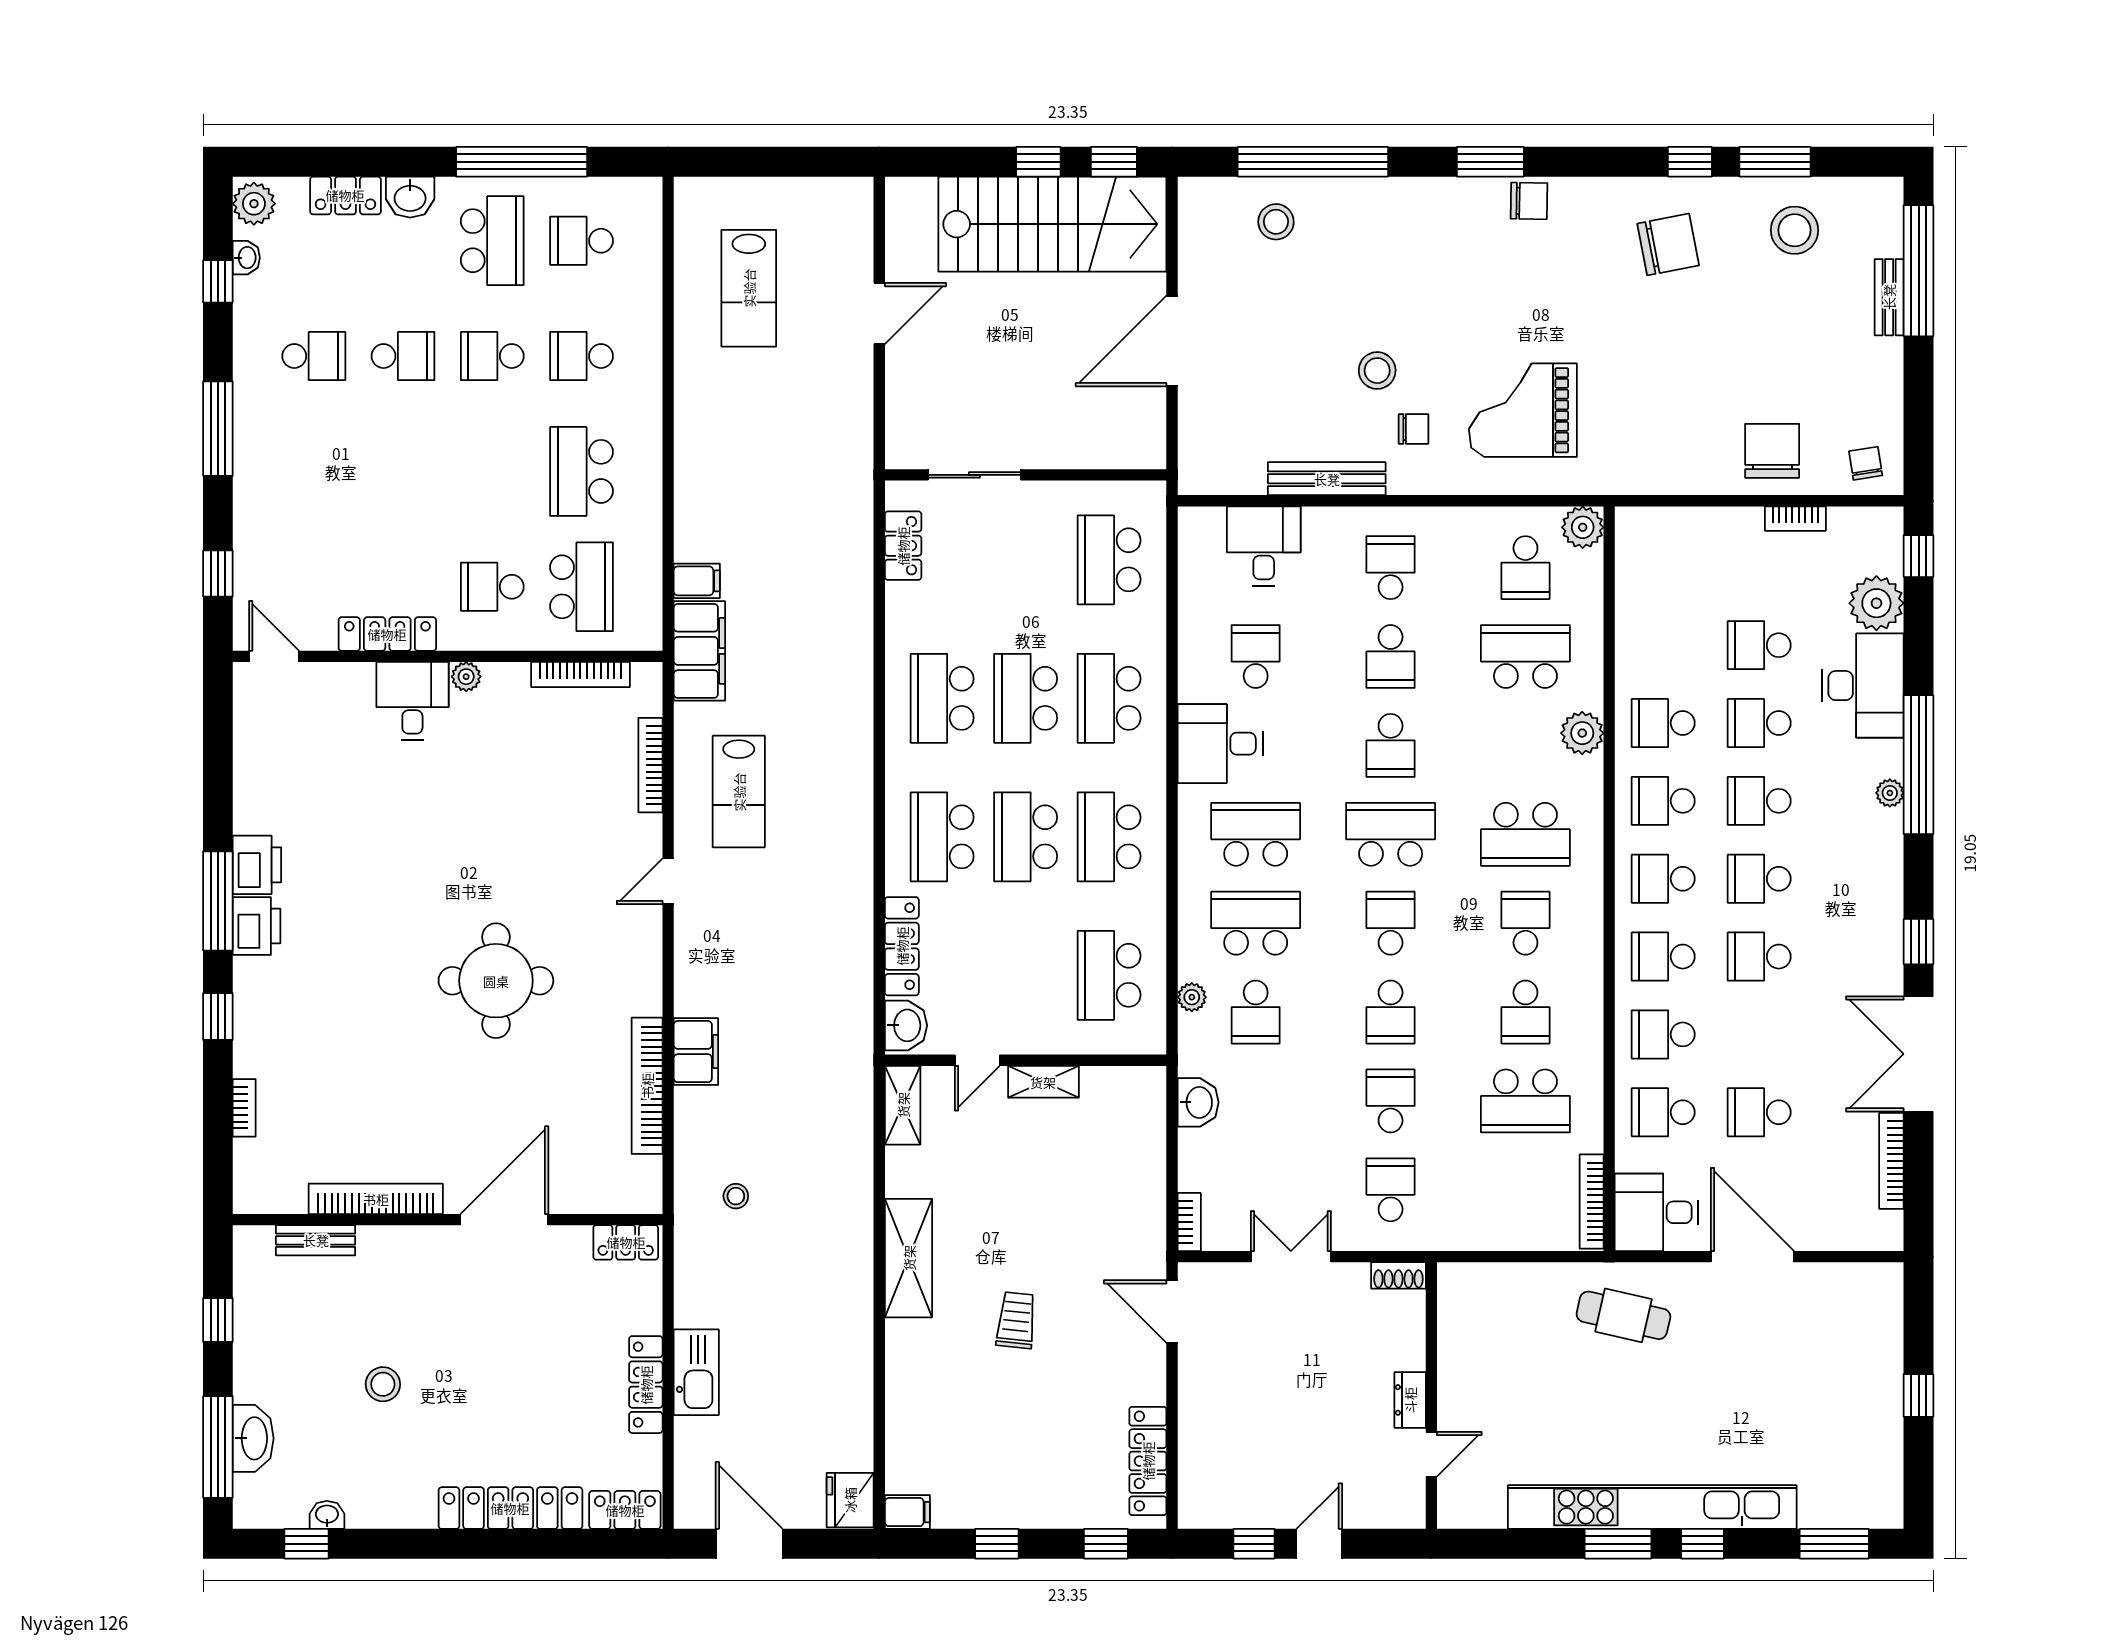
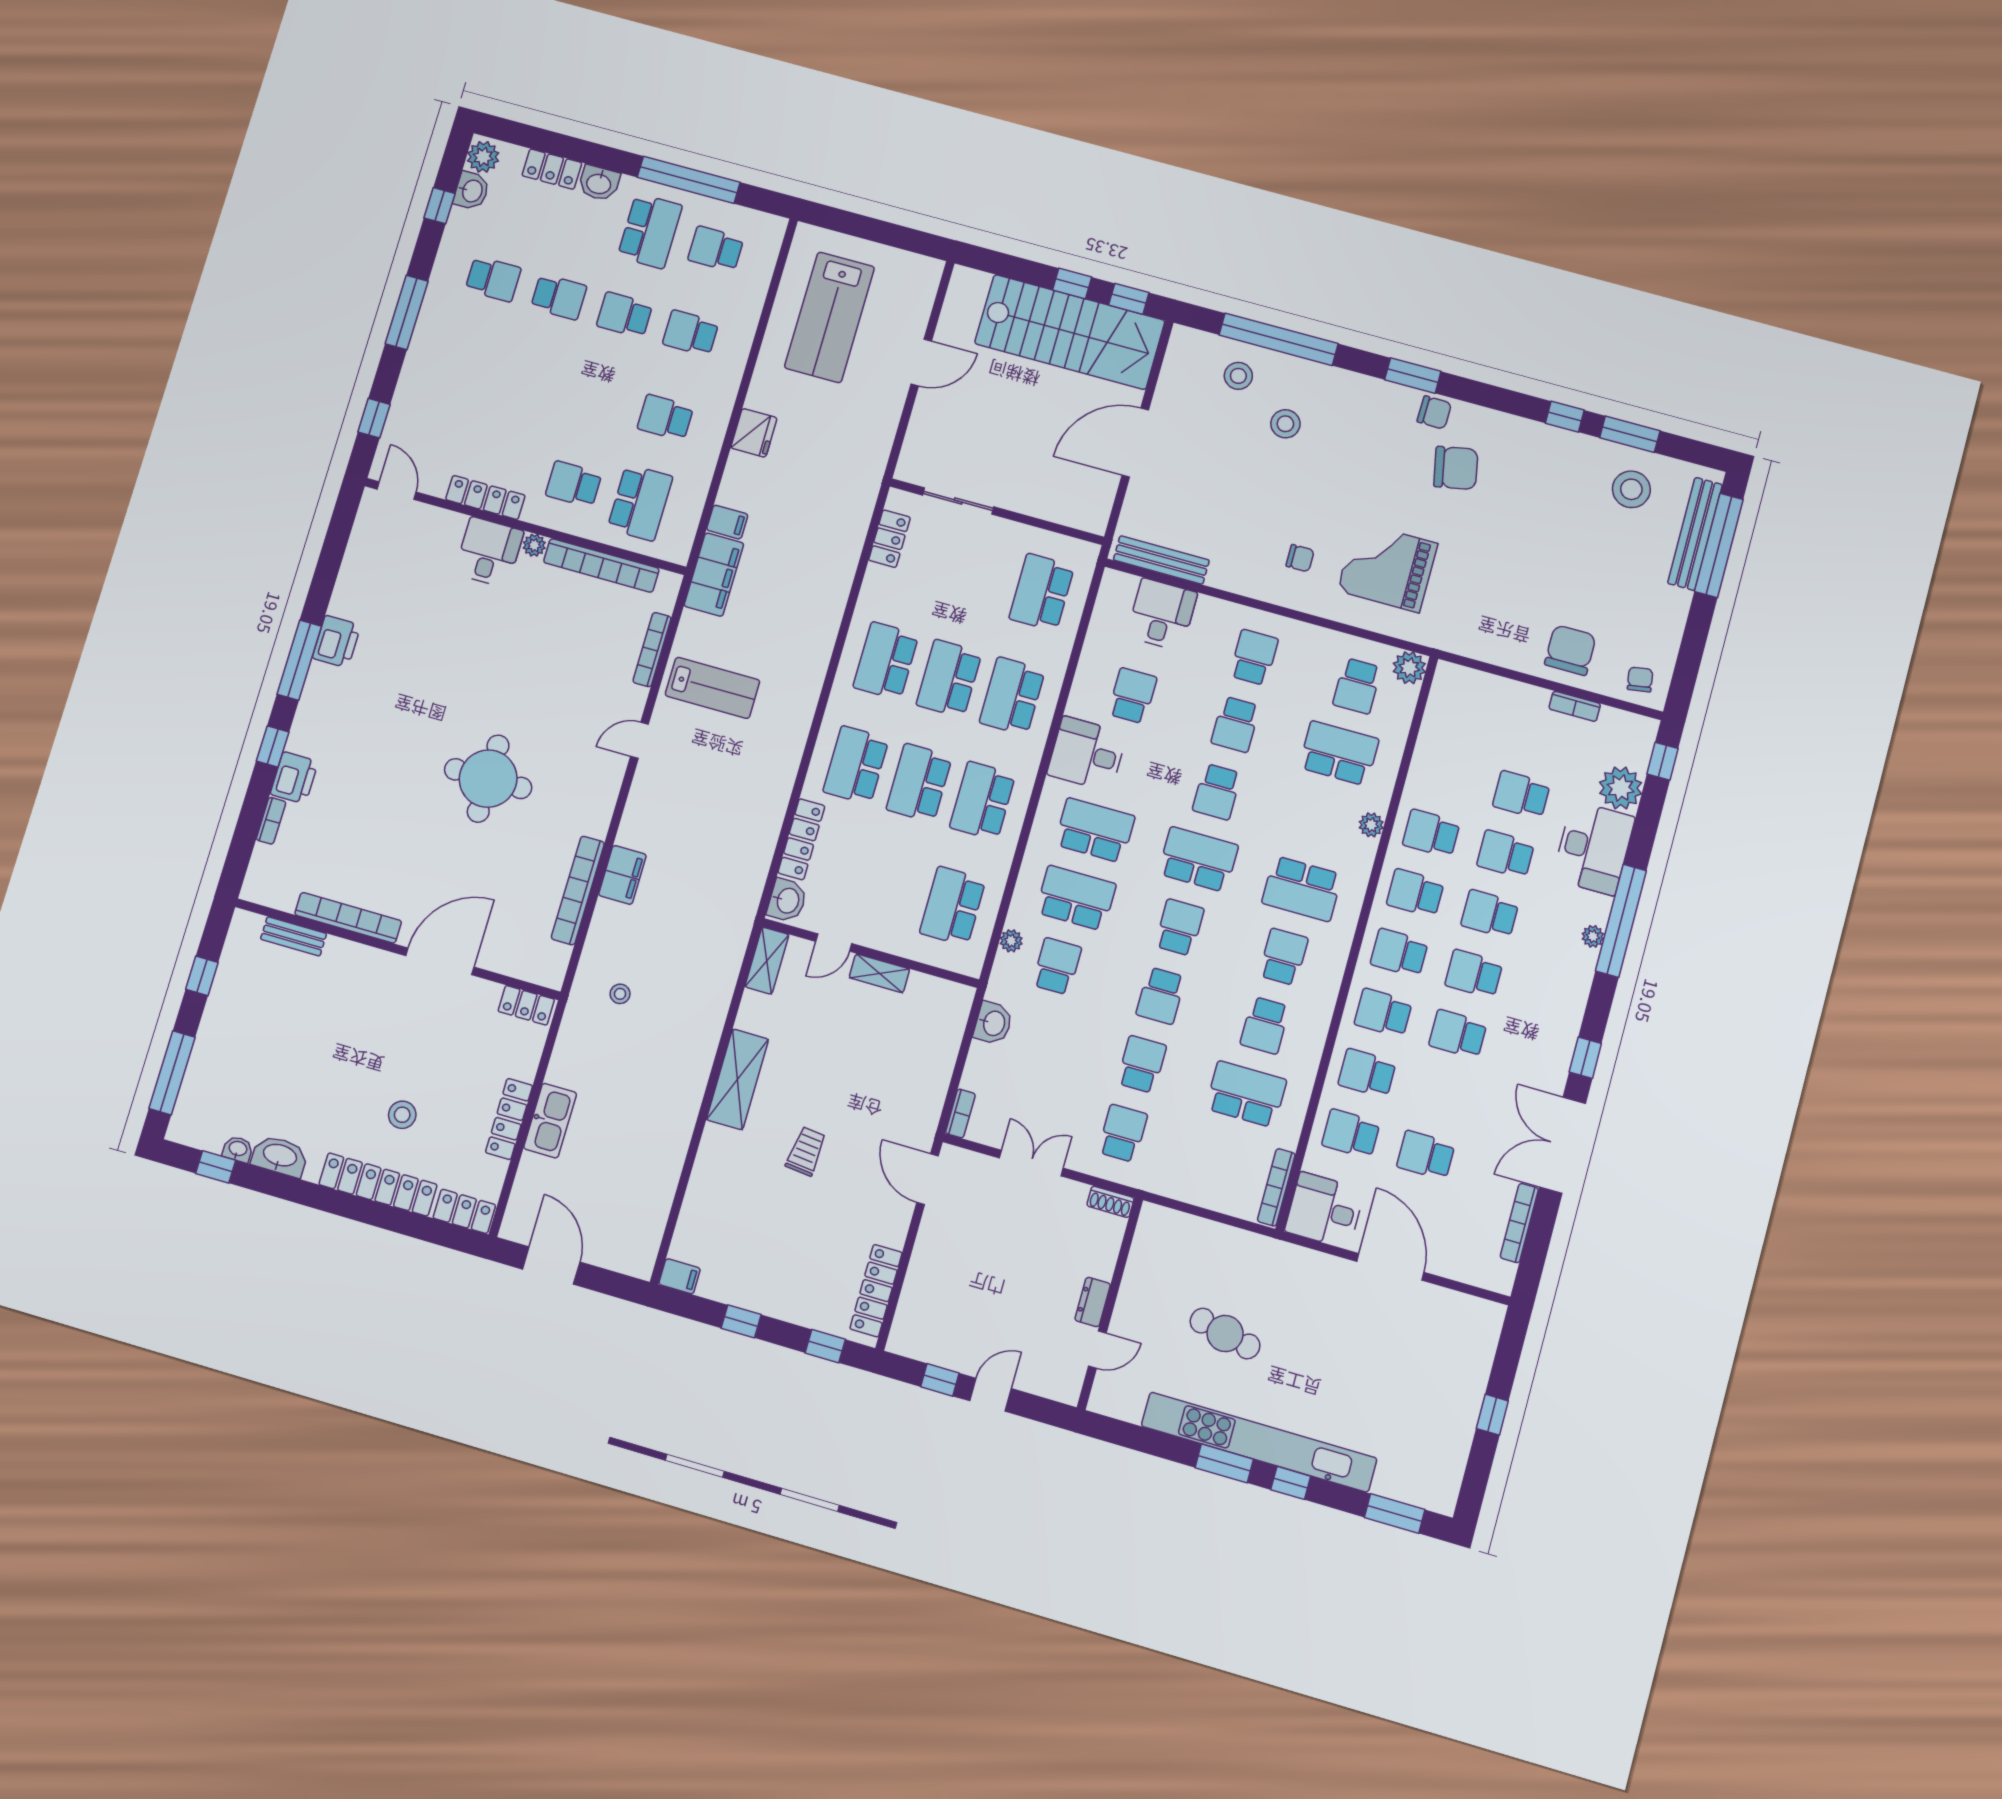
chair: (1668, 244) -> (1456, 468), moved
washbasin: (246, 258) -> (471, 191), width x1.38, depth x1.45
lab bench: (749, 288) -> (829, 317), width x1.36, depth x1.39
bench: (1889, 297) -> (1695, 534), width x1.86, depth x1.21
stool: (1377, 371) -> (1285, 424), moved
school desk: (582, 471) -> (665, 418), width x0.54
bench: (1327, 479) -> (1161, 560), moved
bookcase: (580, 675) -> (601, 565), width x1.48, depth x1.31
plant: (1582, 733) -> (1371, 825), width x0.73, depth x0.73
lab bench: (739, 792) -> (712, 688), turned -90
printer: (257, 926) -> (294, 778), moved
school desk: (1256, 1012) -> (1057, 966), turned 180
school desk: (1525, 1101) -> (1246, 1094), turned 180
cafe table: (1623, 1315) -> (1225, 1334), moved
stool: (383, 1384) -> (402, 1115), moved
washbasin: (253, 1438) -> (280, 1156), moved, turned -90
fridge: (850, 1500) -> (754, 433), moved, turned 180

